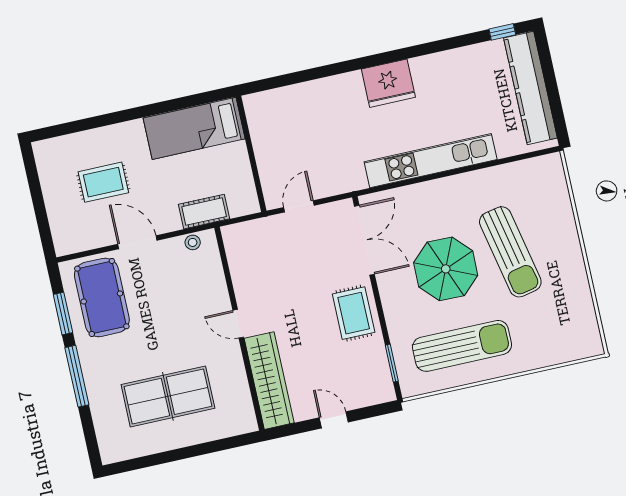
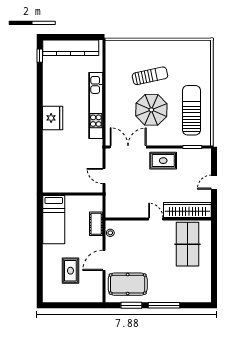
sun lounger: (510, 252) -> (150, 76), width x0.73, depth x0.75
door: (238, 324) -> (156, 219), swing flipped
table tennis table: (168, 396) -> (187, 244), moved

